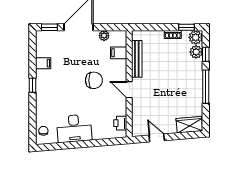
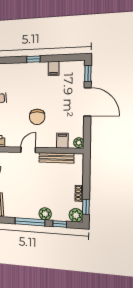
plant: (104, 36) -> (79, 143), moved
plant: (196, 52) -> (45, 214), moved

